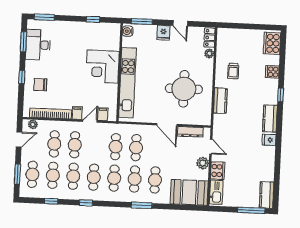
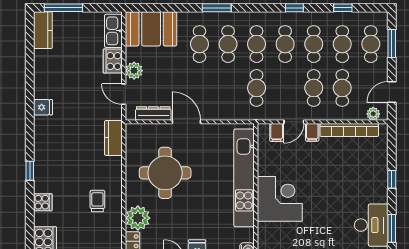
plant: (209, 53) -> (138, 218), width x1.87, depth x1.87
chair: (40, 85) -> (365, 170), removed
kitchen counter: (220, 101) -> (113, 138), moved
kitchen counter: (270, 119) -> (43, 137), removed
cafe table: (136, 148) -> (228, 88), removed

